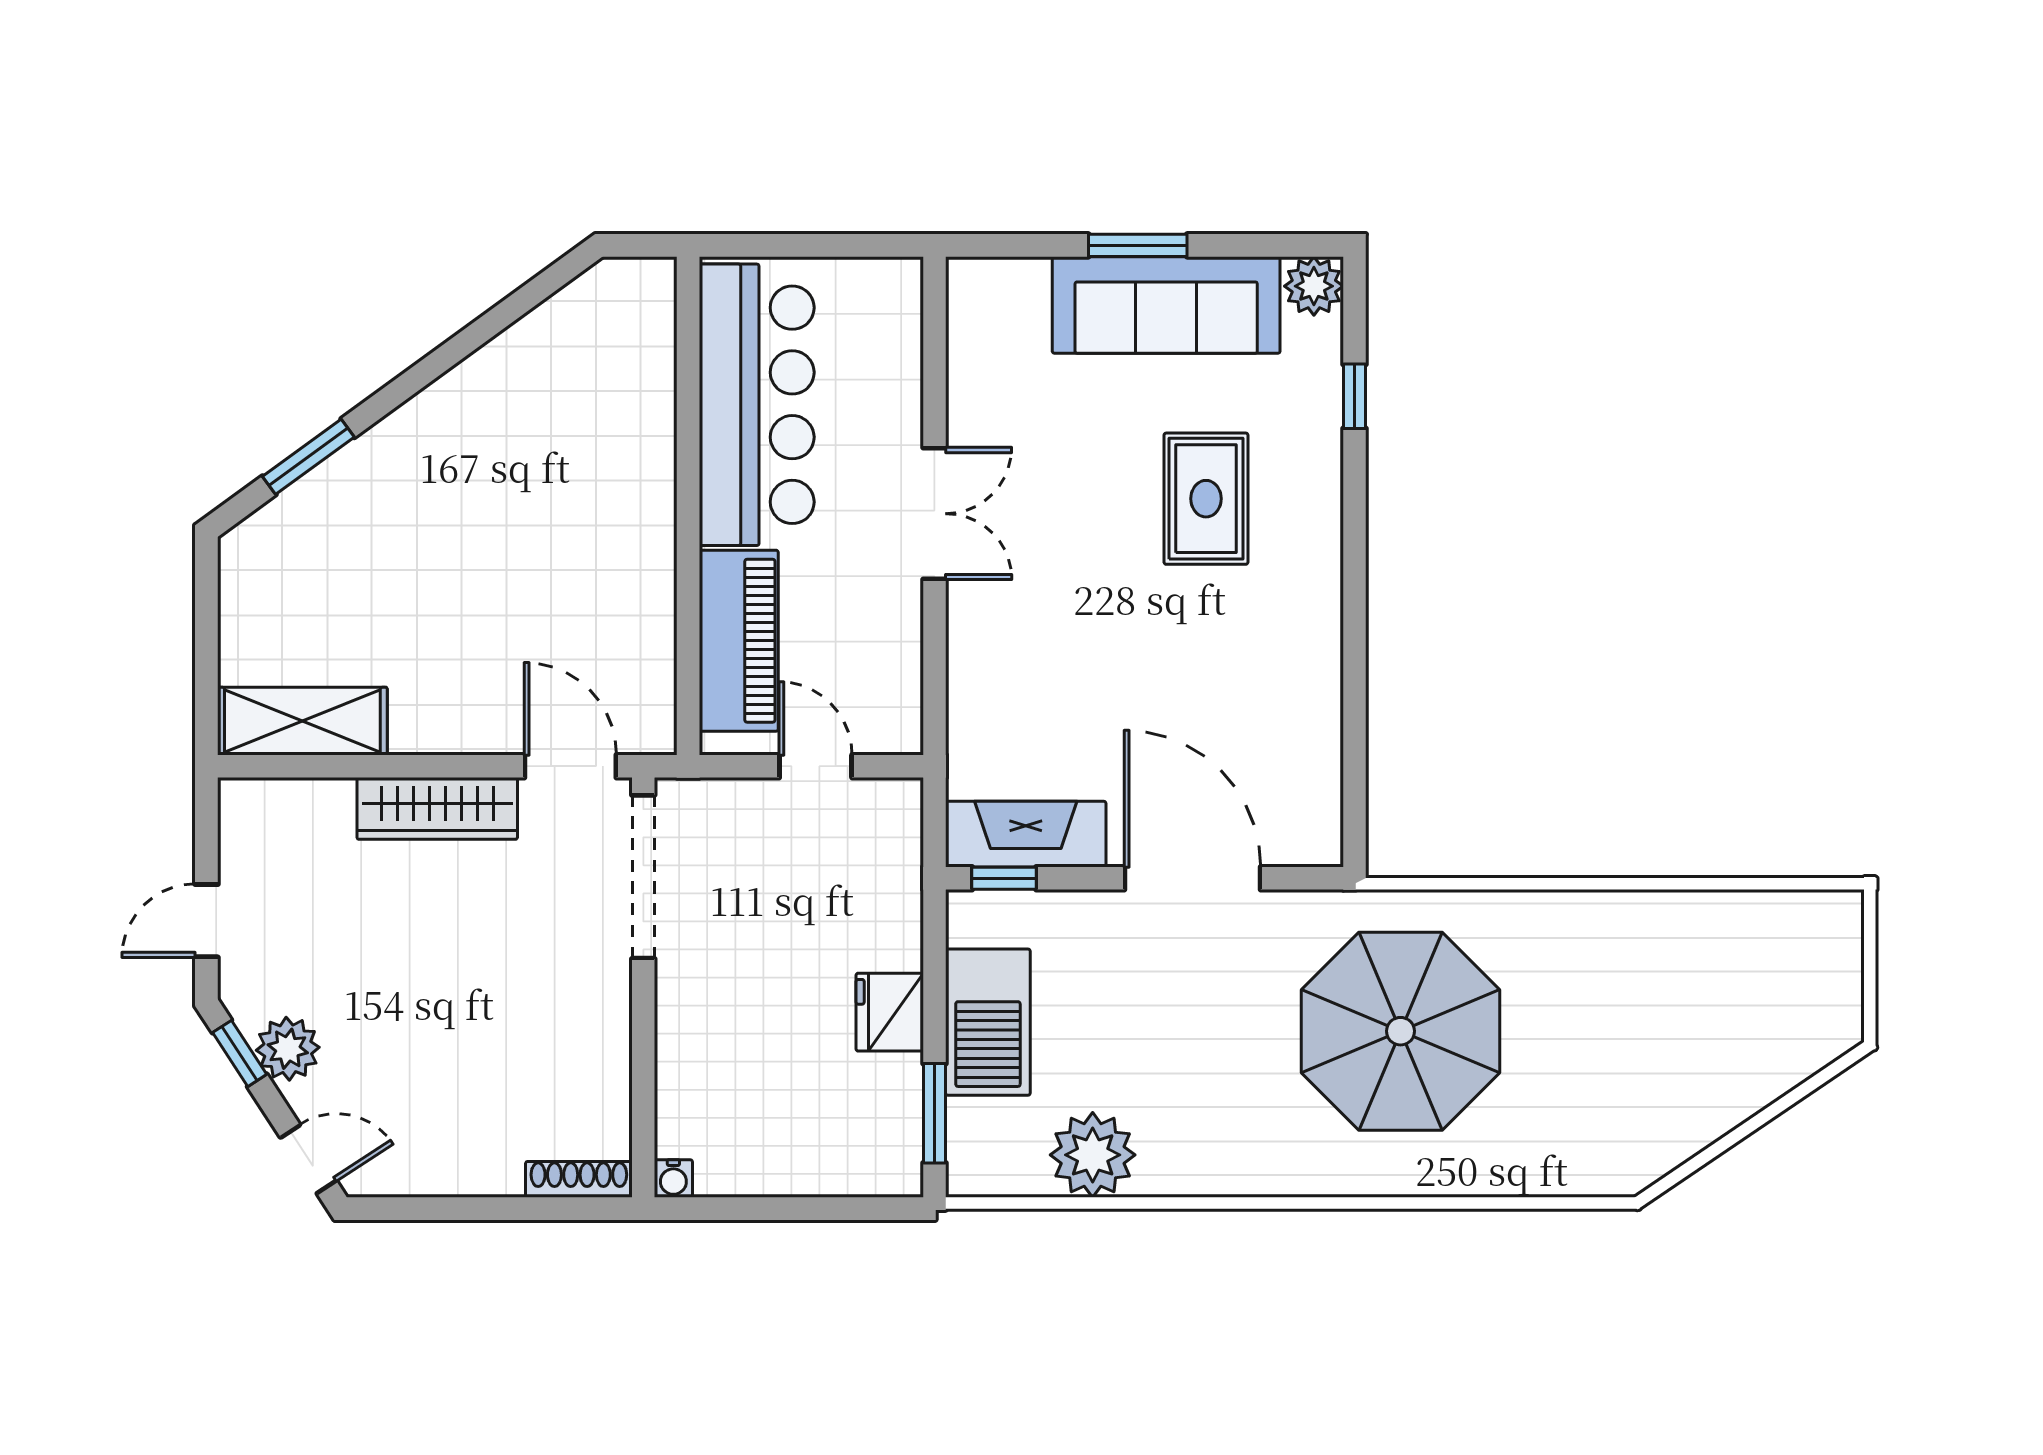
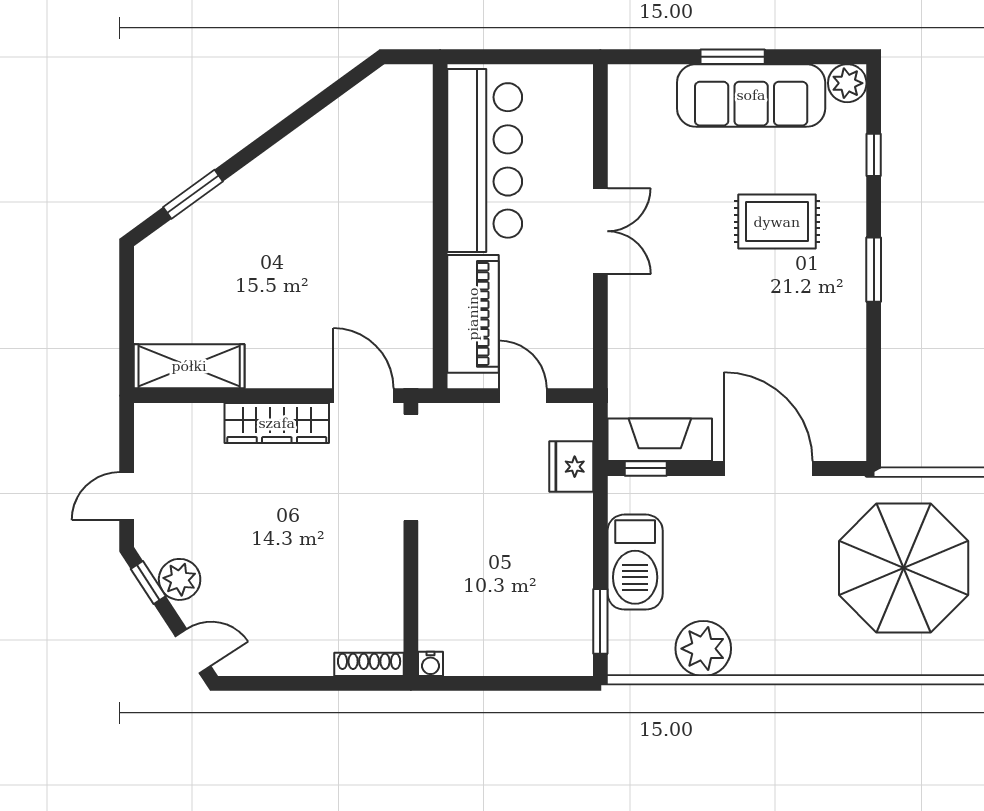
rug: (1206, 499) -> (777, 222), turned 90
window: (1355, 573) -> (874, 270), added
fridge: (890, 1012) -> (571, 467), moved

